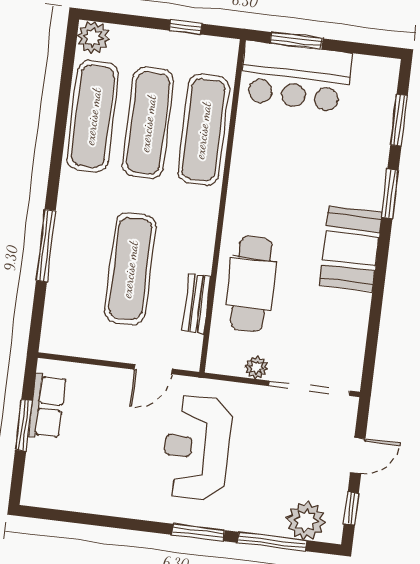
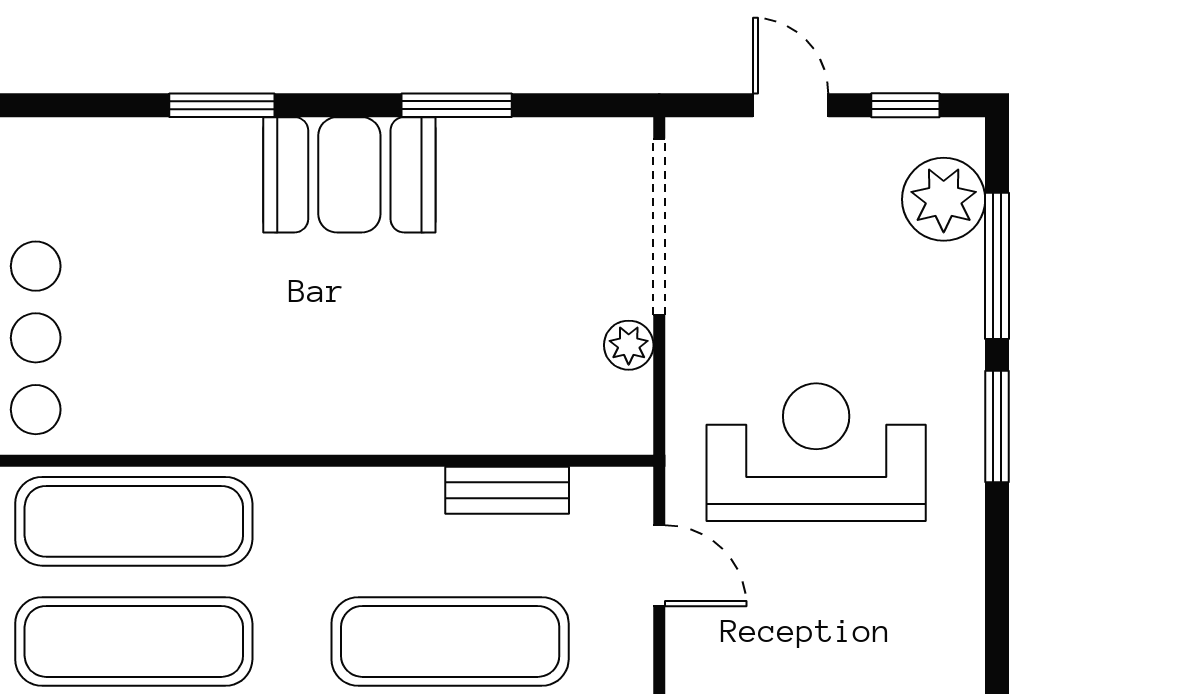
window: (399, 120) -> (457, 105), moved
cafe table: (251, 284) -> (451, 378), removed
reception desk: (197, 448) -> (816, 452), turned 180

